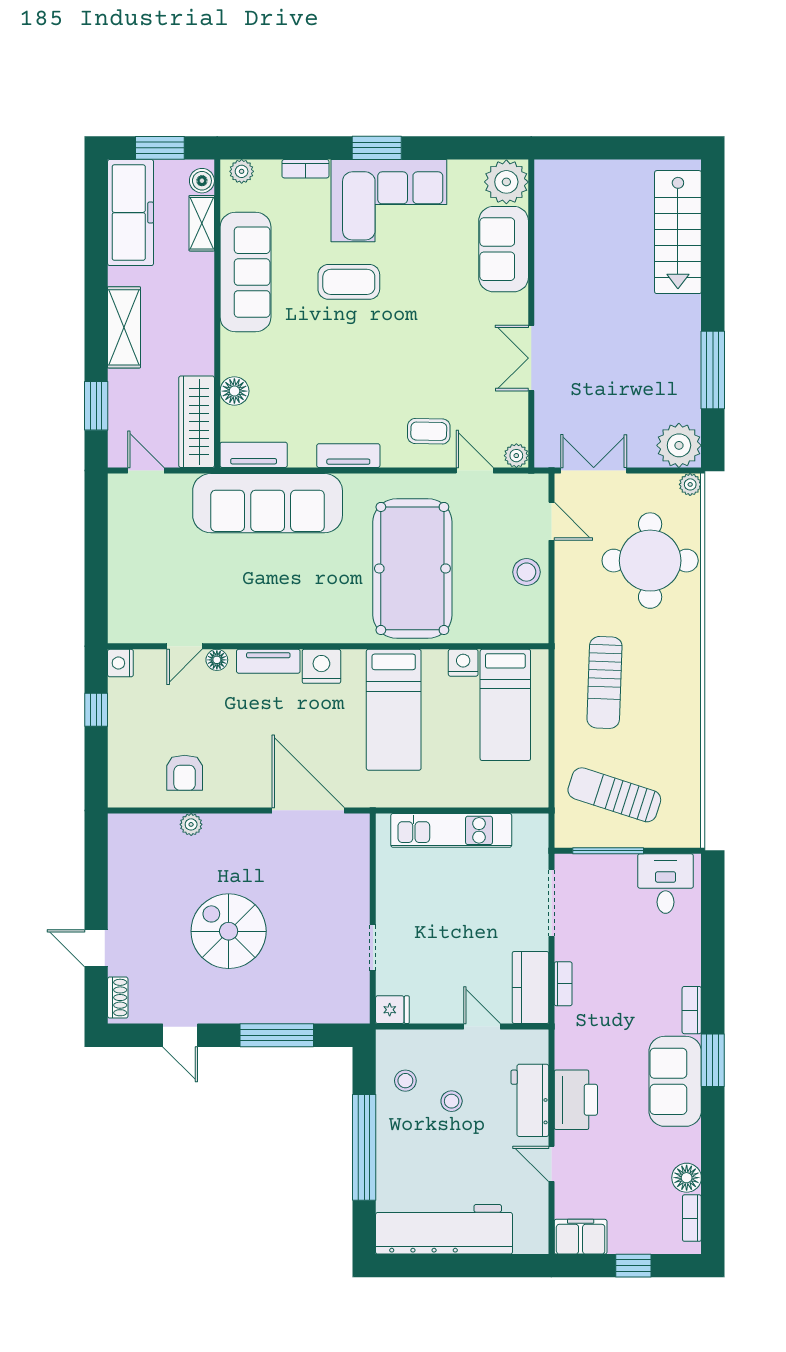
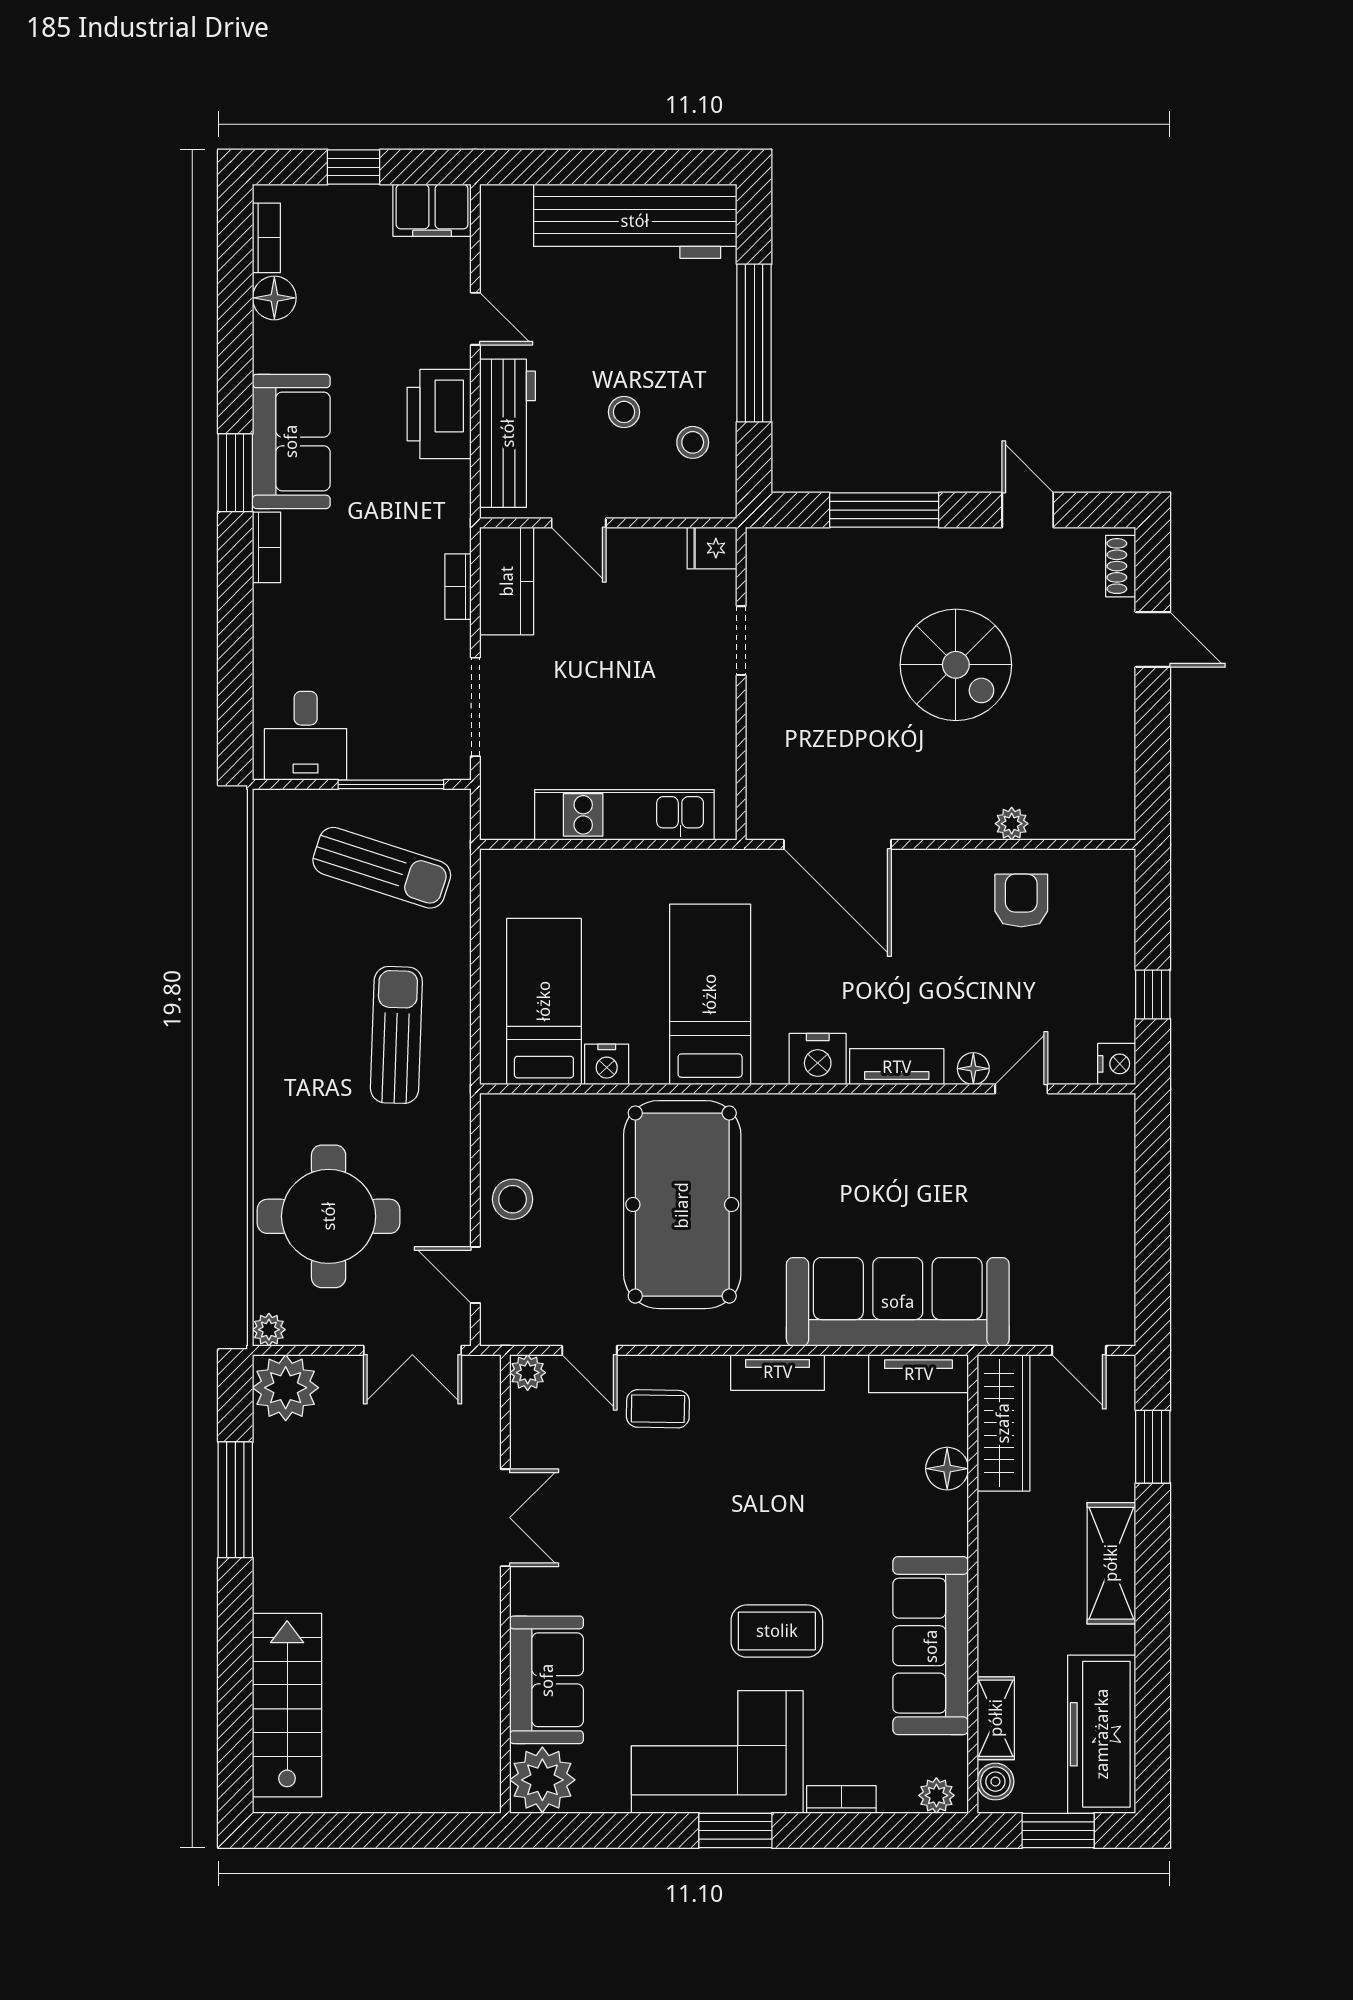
workbench: (530, 1100) -> (508, 433), width x1.38

